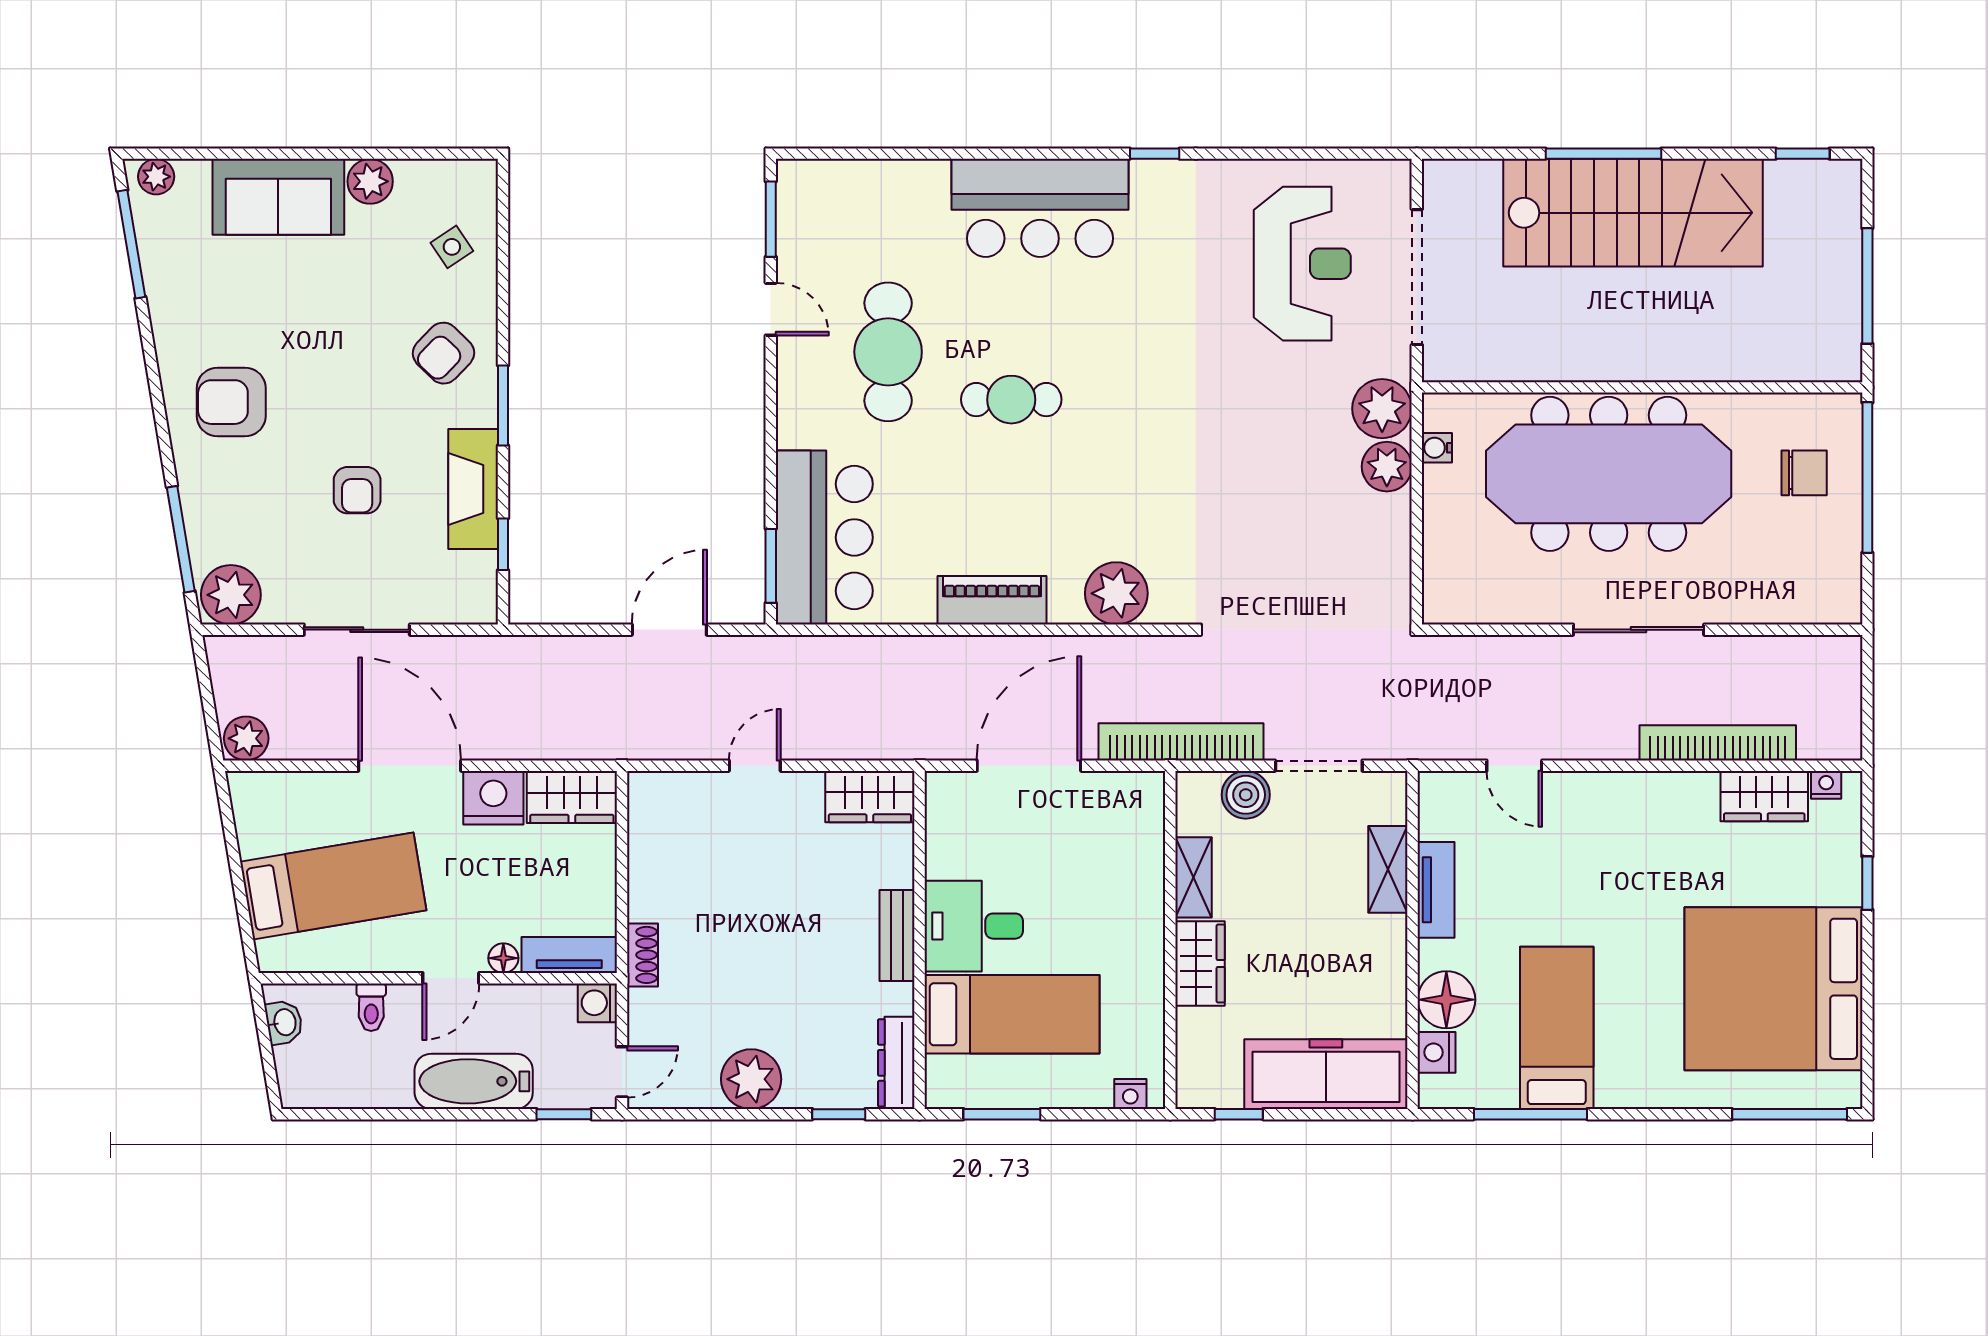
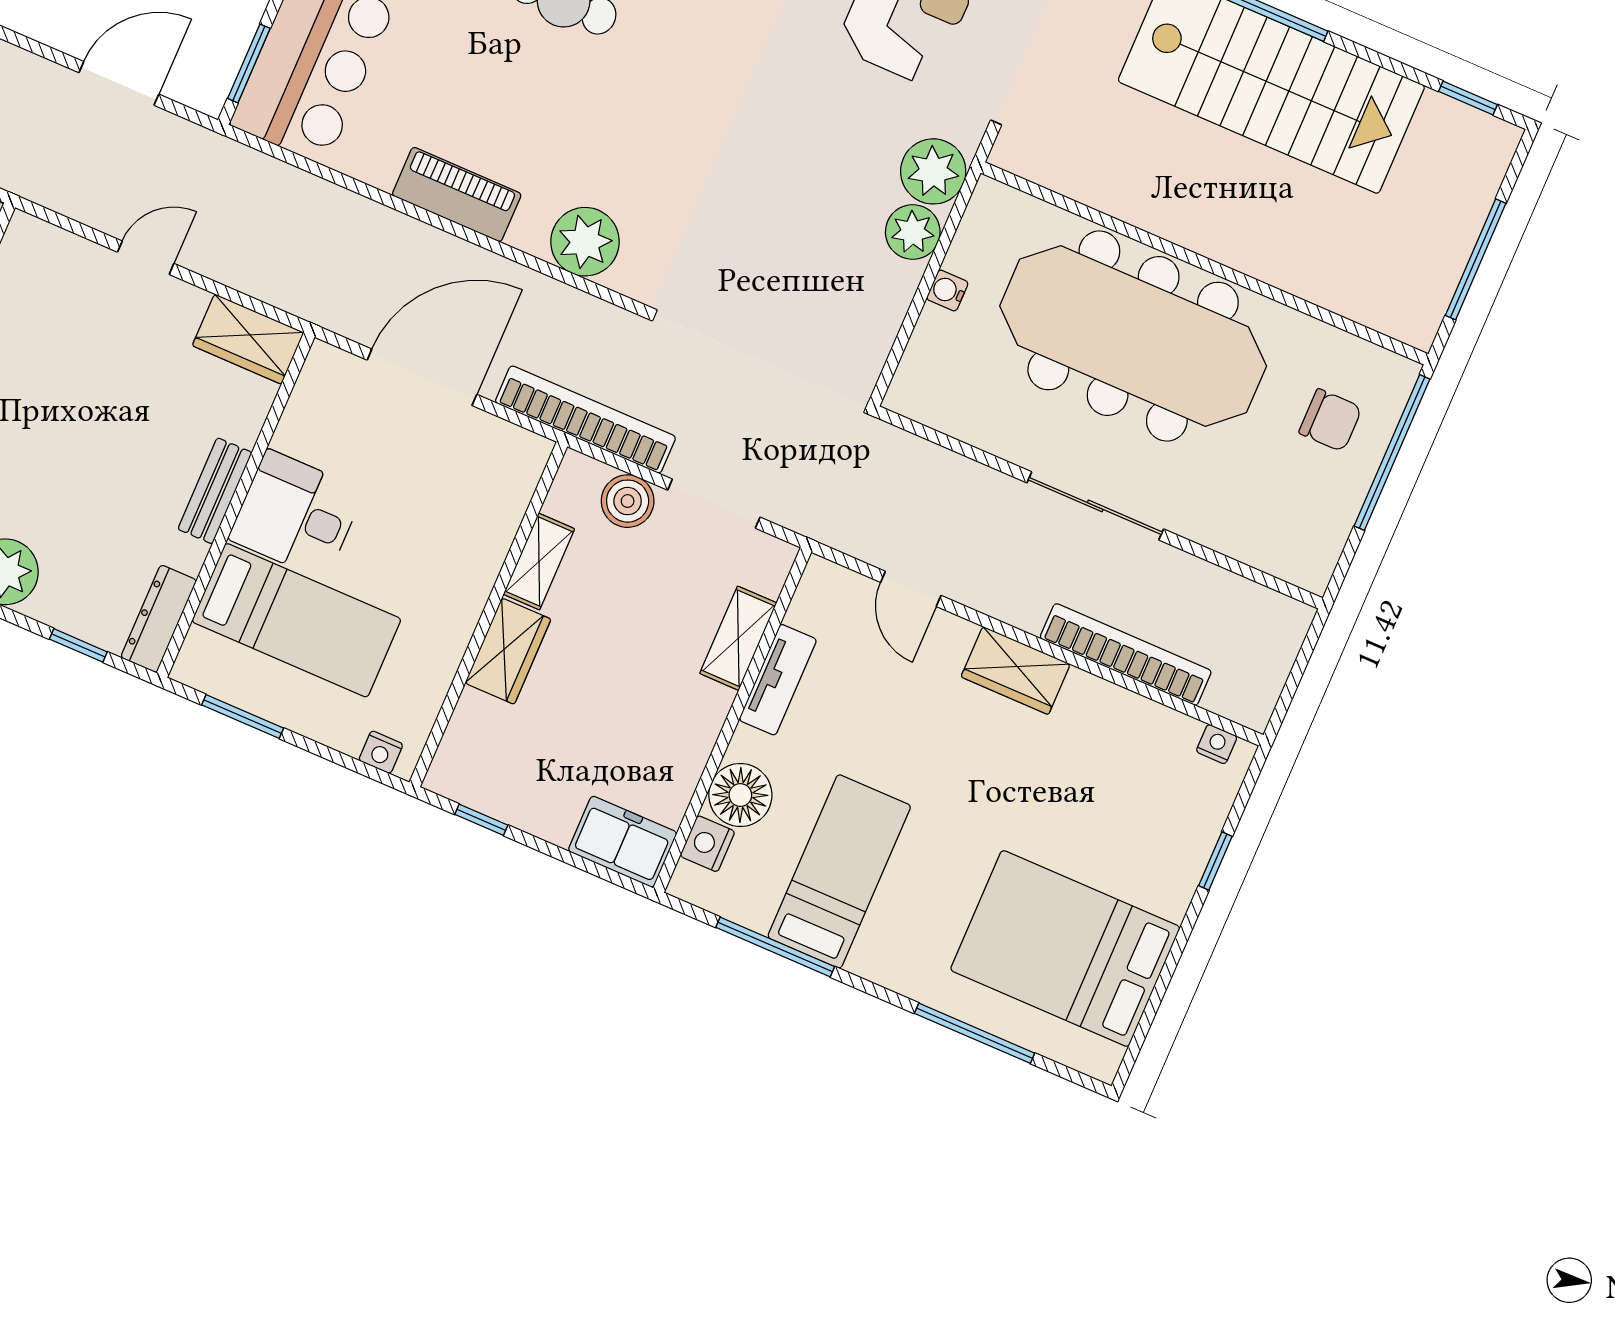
water cooler: (1437, 448) -> (947, 291), moved
wardrobe: (1764, 796) -> (1016, 670), moved
bed: (1774, 989) -> (1065, 948), width x0.73
freezer: (1326, 1074) -> (623, 842), width x0.52, depth x0.79
window: (1790, 1114) -> (975, 1033), moved

